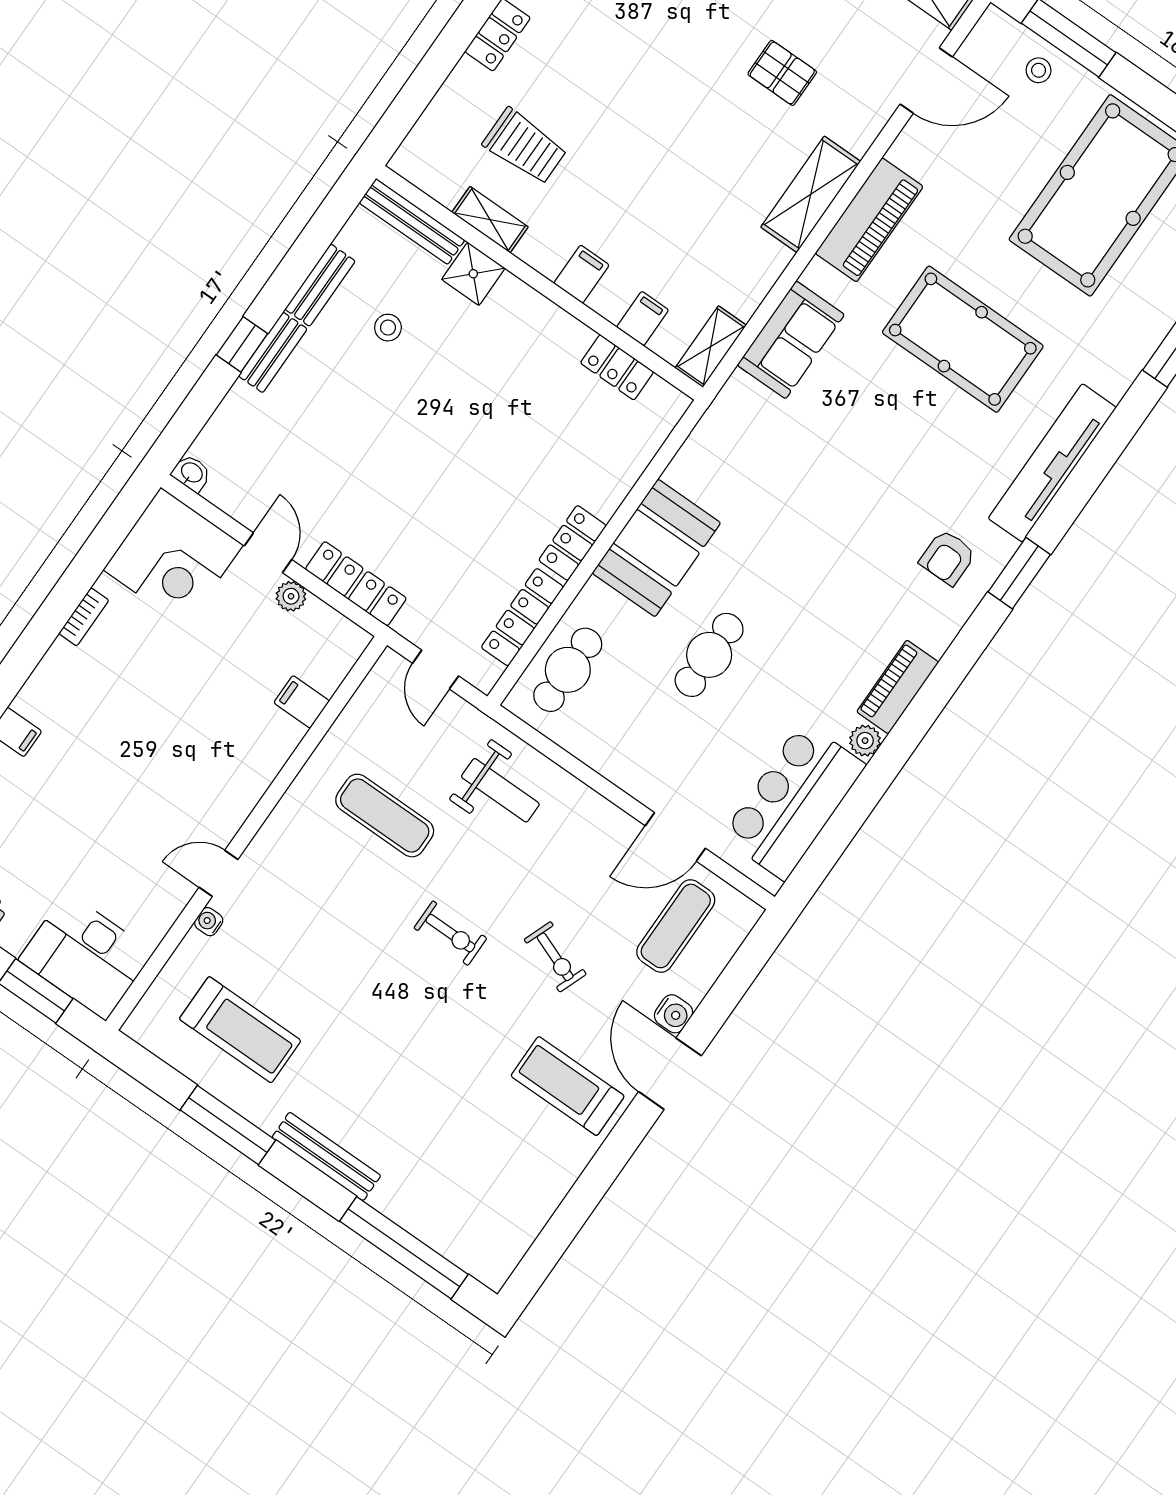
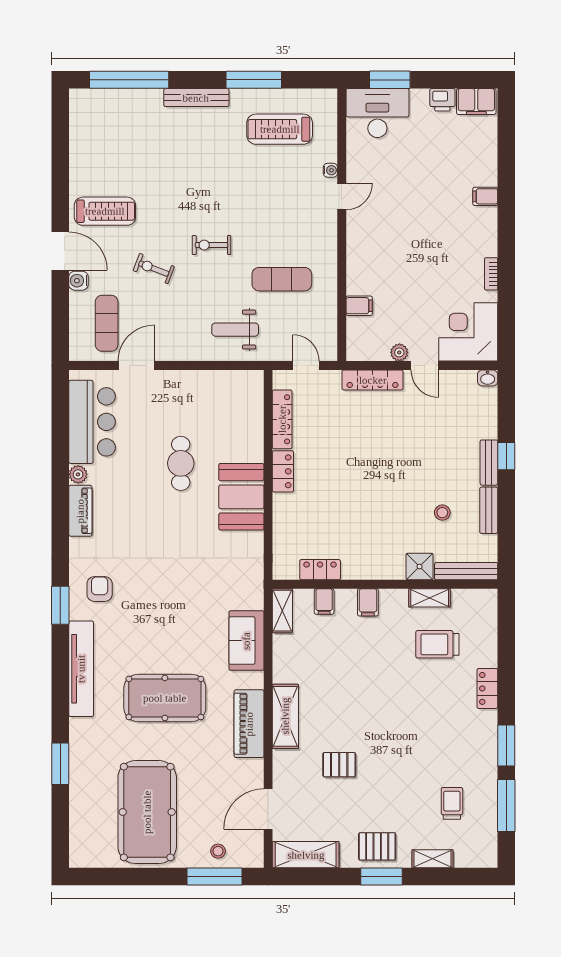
cafe table: (568, 670) -> (243, 409), removed

